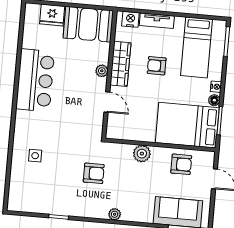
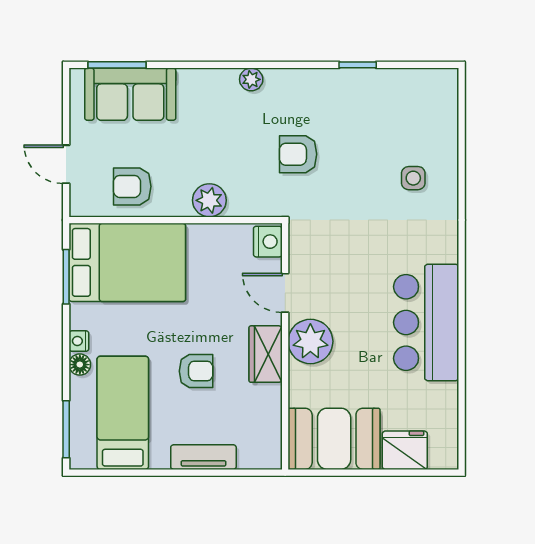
nightstand: (130, 19) -> (268, 242), moved, turned -90
wardrobe: (120, 64) -> (266, 354), width x0.67
plant: (102, 71) -> (310, 341), width x1.88, depth x1.88
floor lamp: (214, 100) -> (80, 365), moved

